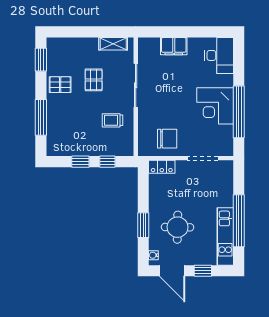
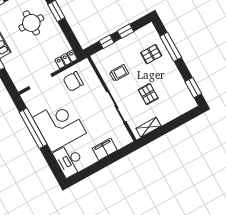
pallet: (60, 85) -> (151, 54), moved
corner desk: (215, 106) -> (59, 125), width x1.36, depth x1.36

